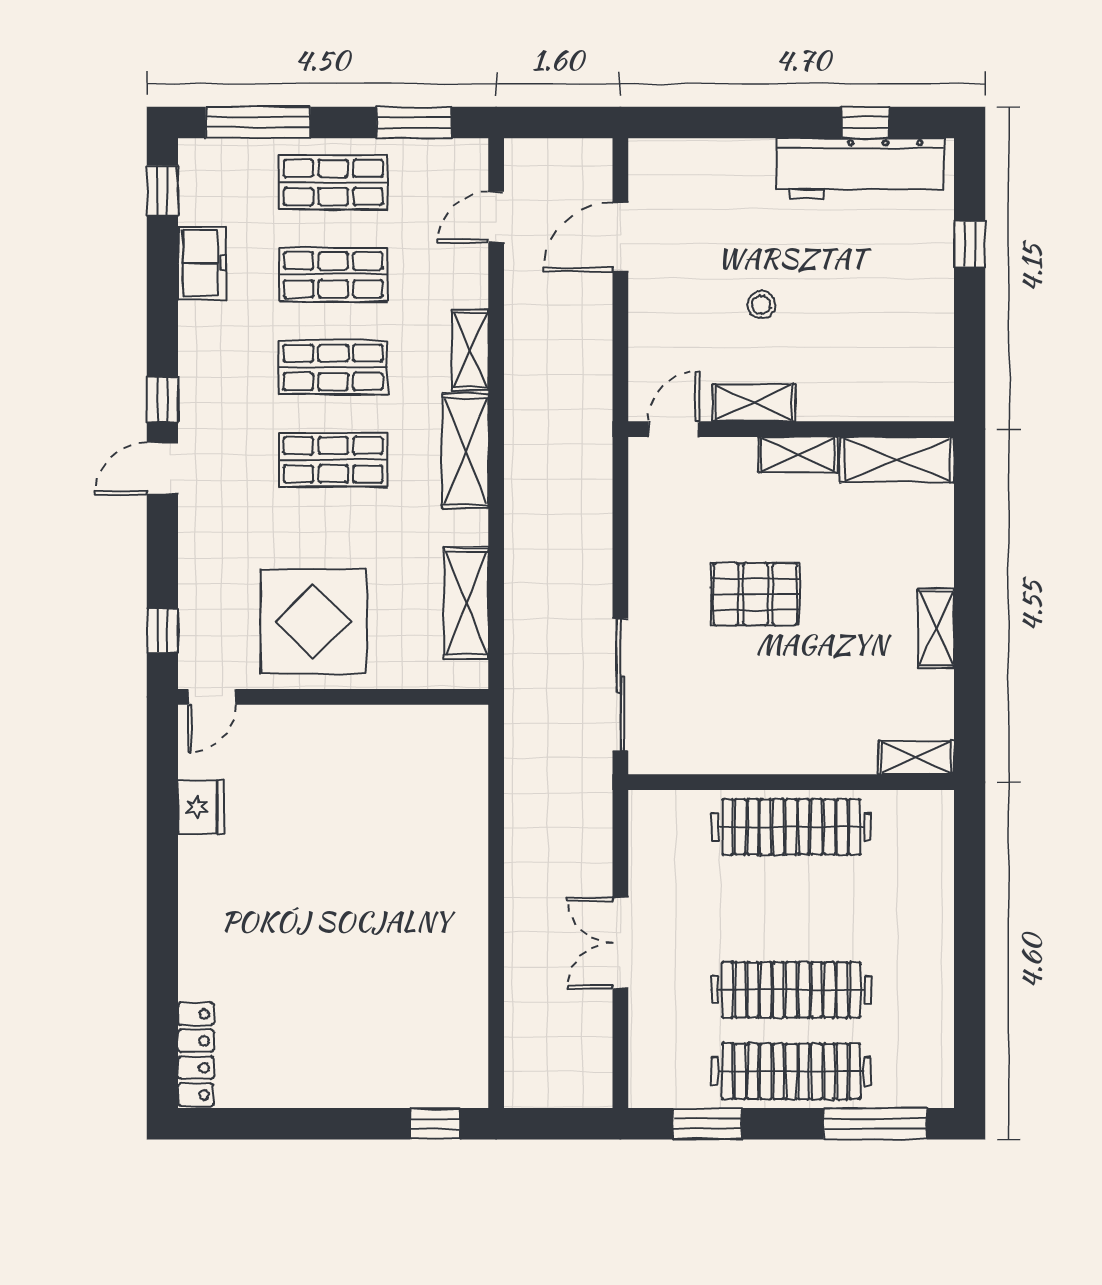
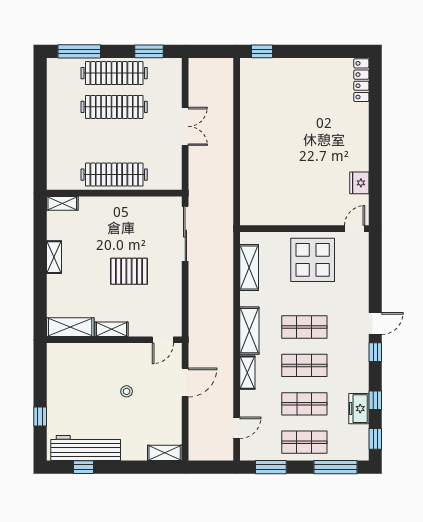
door: (620, 237) -> (185, 383), moved
shelving: (754, 403) -> (165, 453), moved
window: (162, 631) -> (375, 400), moved

